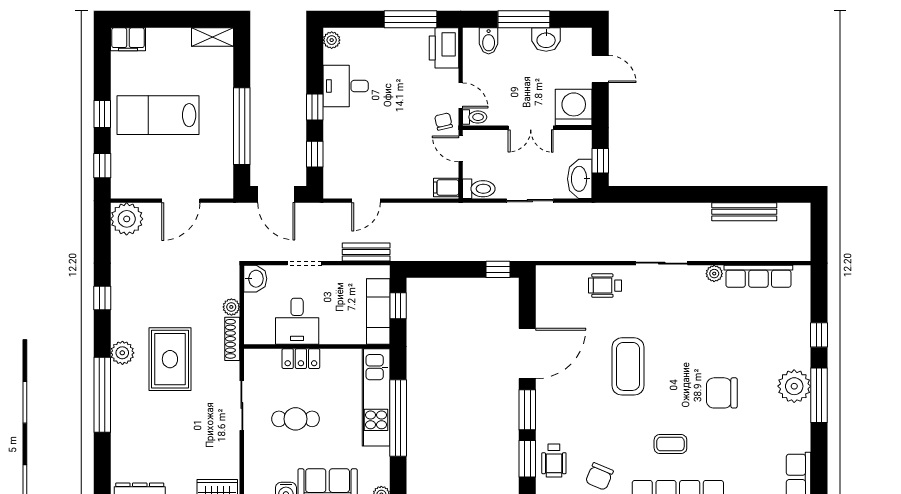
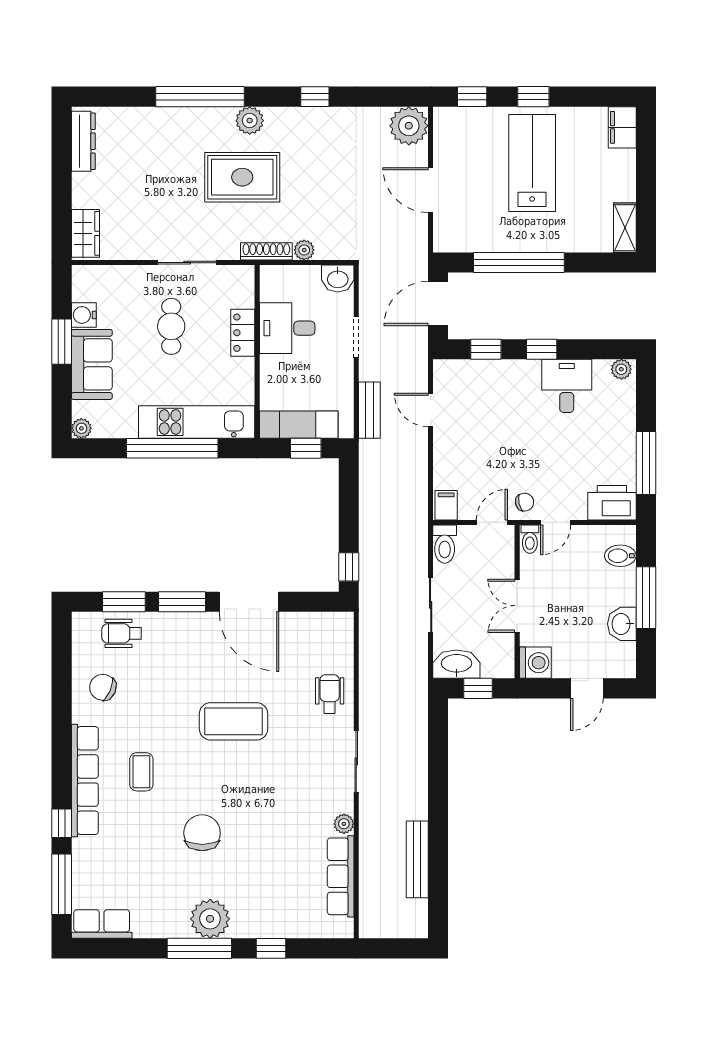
washing machine: (574, 107) -> (535, 663), width x0.73, depth x0.73

